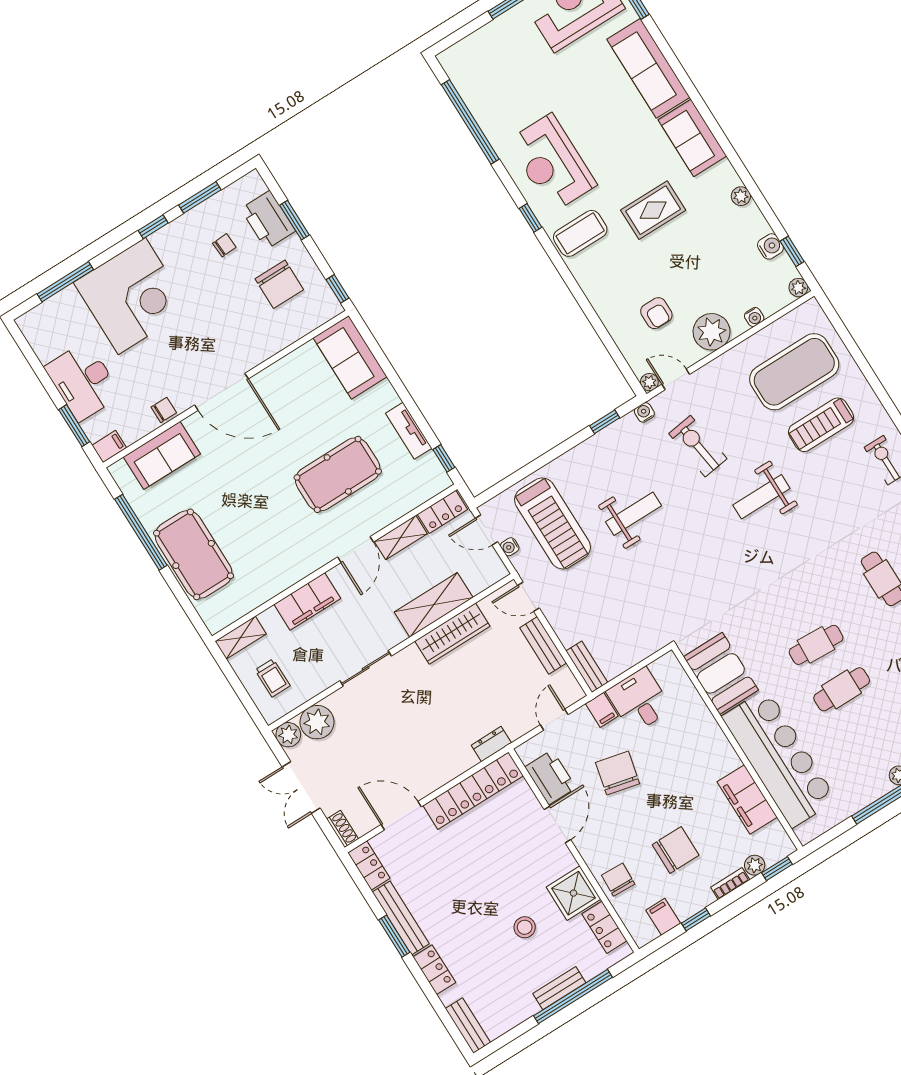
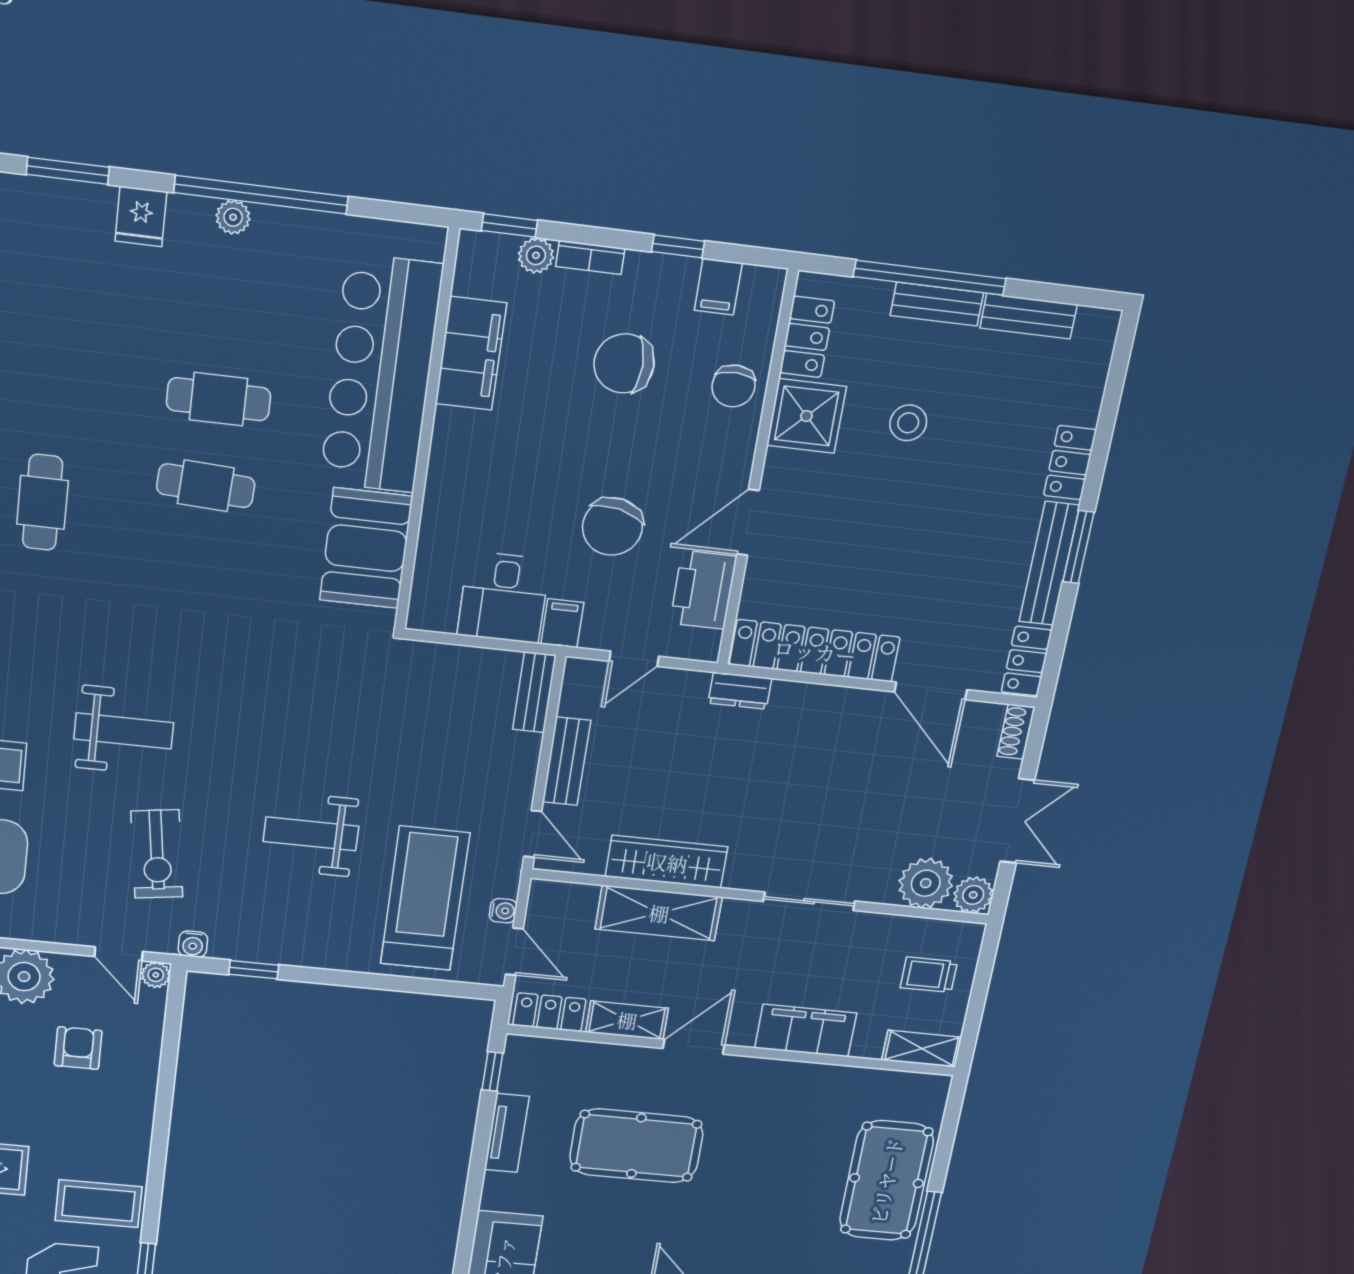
trolley: (273, 678) -> (929, 975), turned -90
bench: (468, 1025) -> (1029, 316), moved, turned 90

